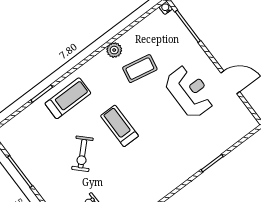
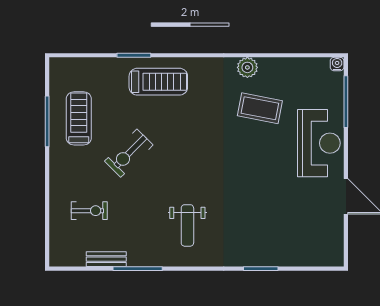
reception desk: (190, 91) -> (319, 143), moved
treadmill: (119, 126) -> (79, 118), moved
weight bench: (149, 170) -> (187, 225), added

